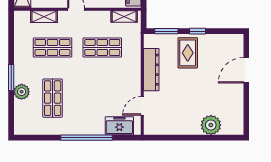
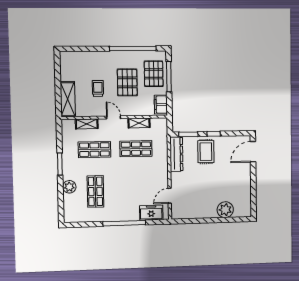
shelving: (124, 16) -> (139, 123), moved
dresser: (151, 70) -> (176, 154), moved
door: (246, 70) -> (253, 152), moved
window: (11, 78) -> (60, 164), moved

